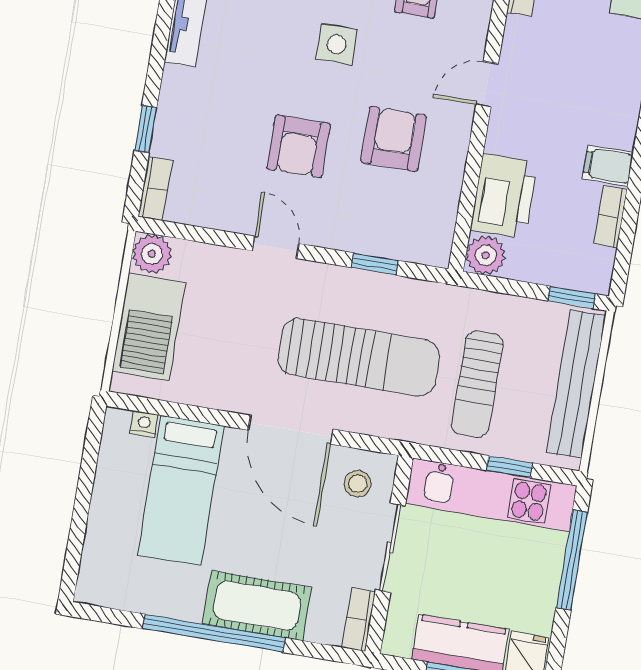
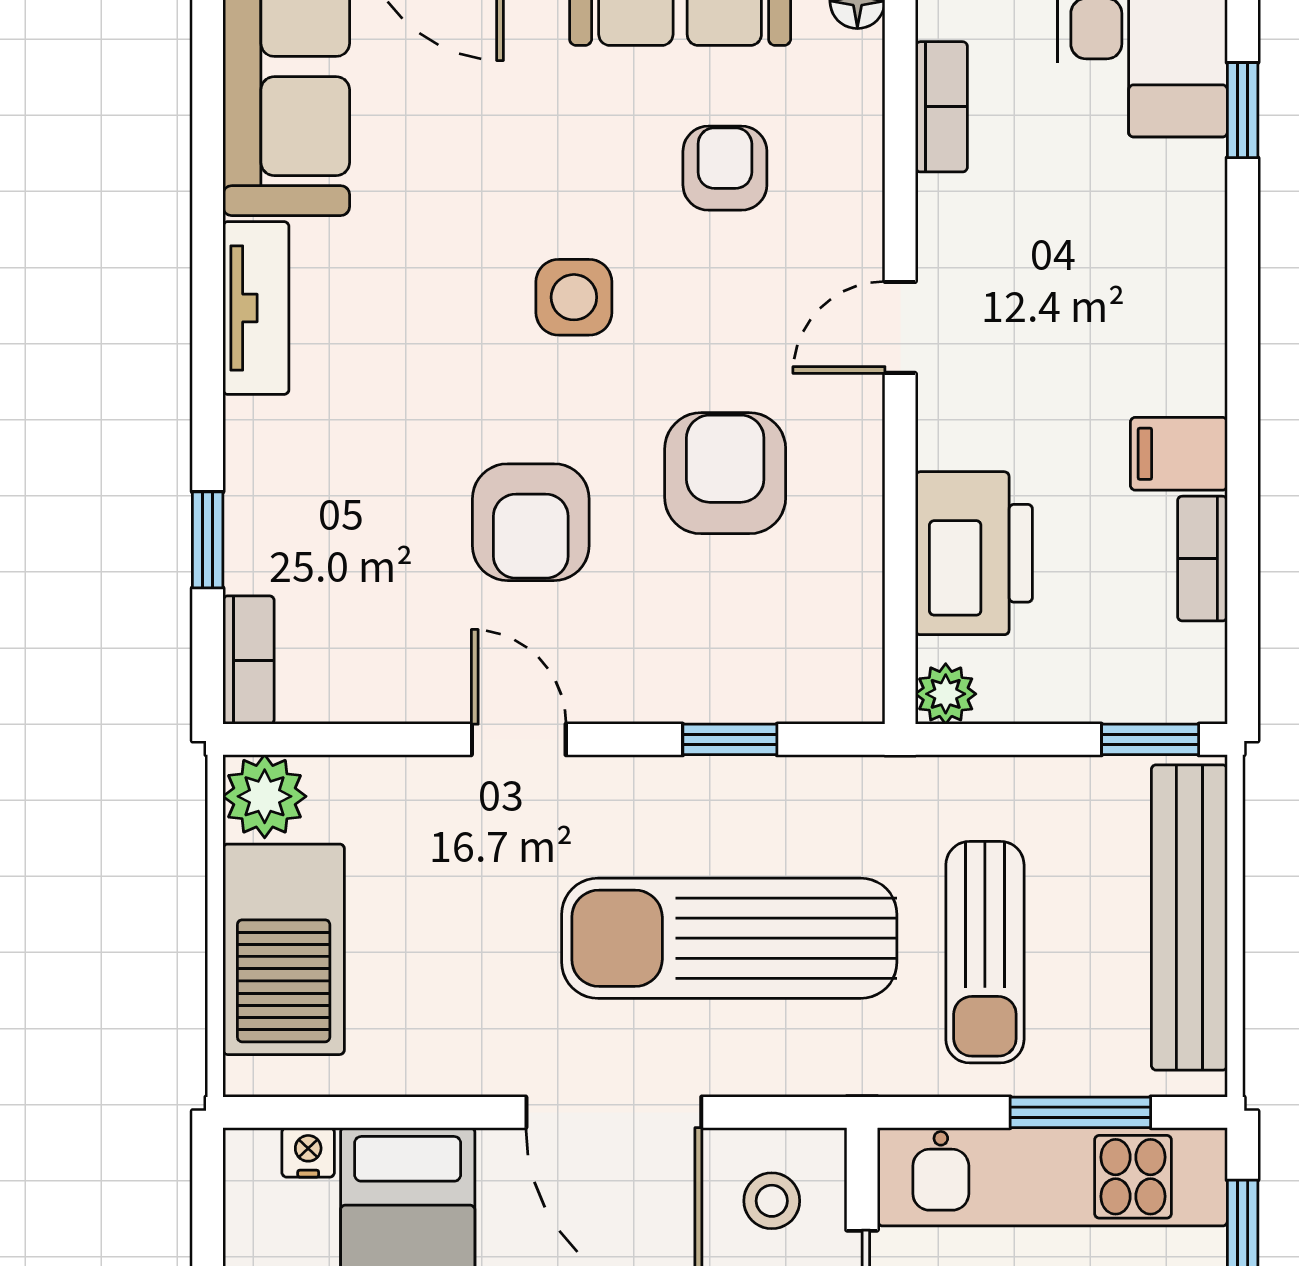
plant: (486, 255) -> (946, 694), width x0.73, depth x0.73
sun lounger: (359, 357) -> (729, 938), turned 180
window: (509, 467) -> (1080, 1112), width x1.50

